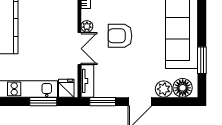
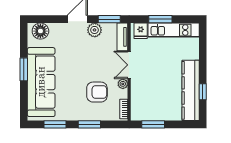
armchair: (120, 36) -> (97, 92), moved
window: (202, 60) -> (24, 69), moved
plant: (164, 89) -> (95, 30), moved

